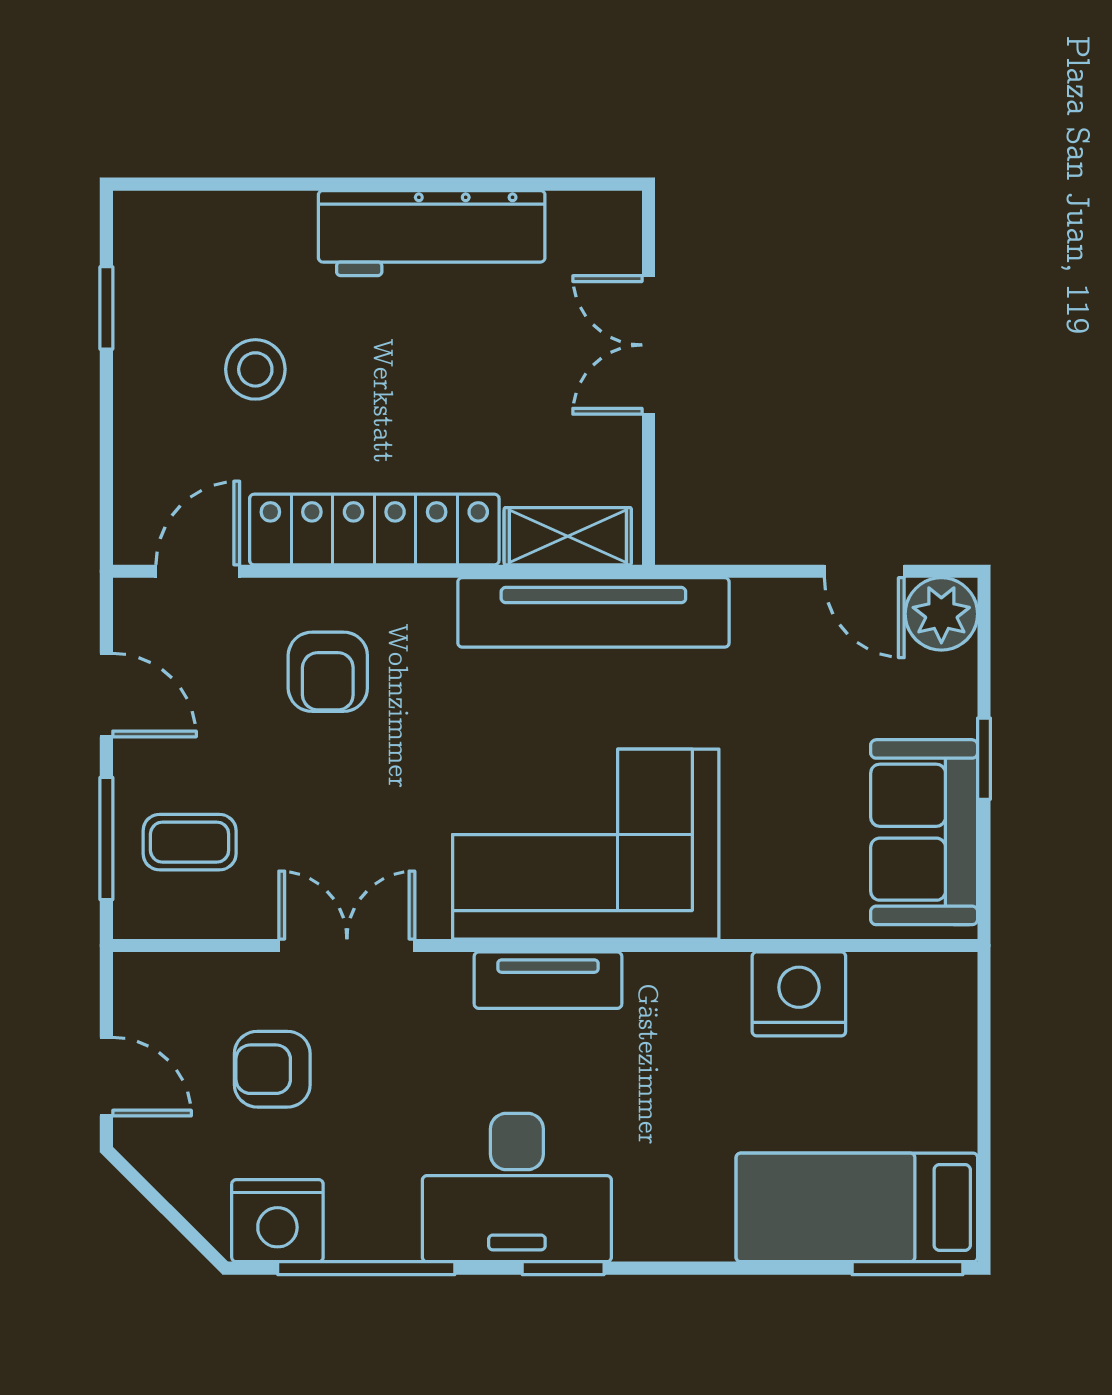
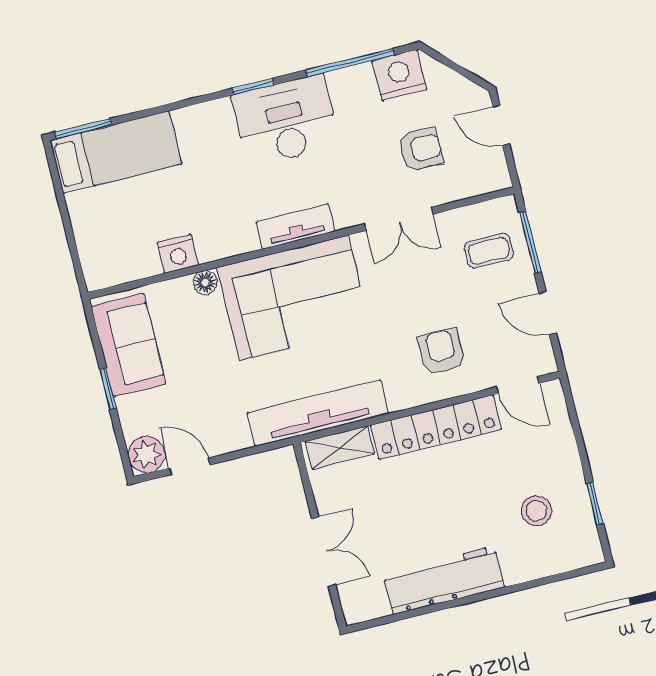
stool: (255, 369) -> (536, 511), moved
door: (198, 571) -> (518, 385), hinge flipped
floor lamp: (747, 916) -> (205, 283), added
nightstand: (799, 994) -> (178, 254), width x0.74, depth x0.75

